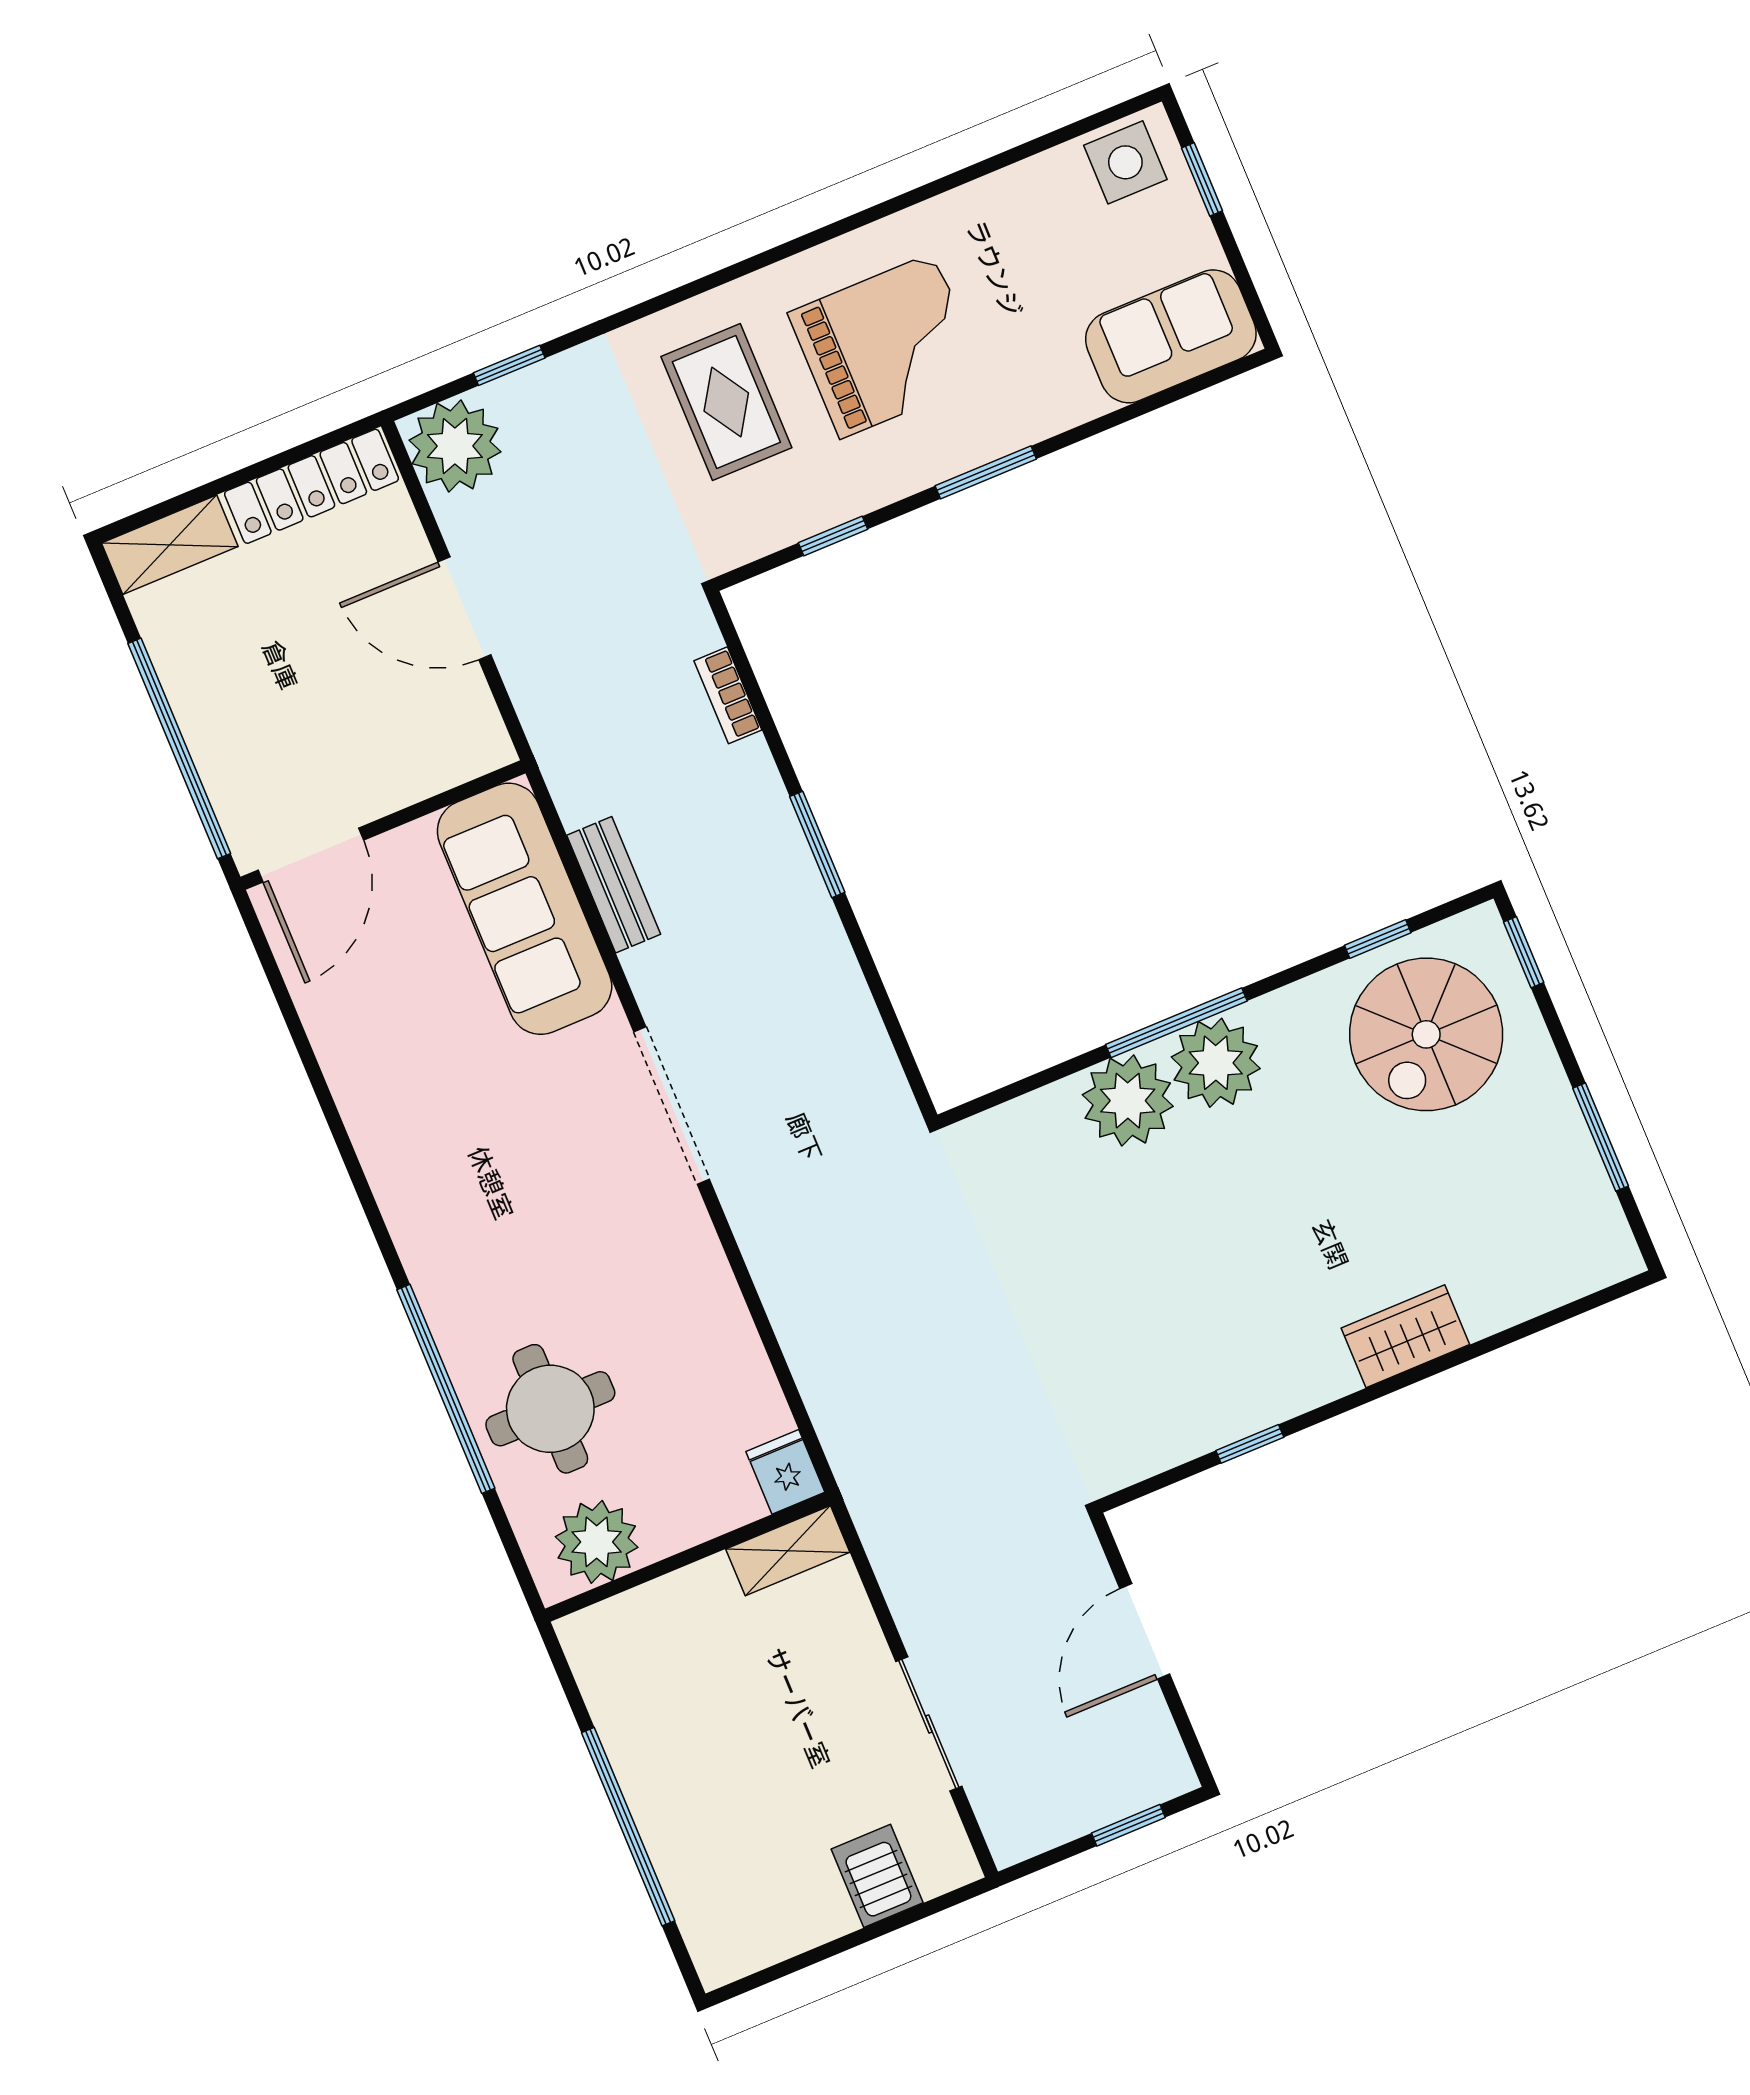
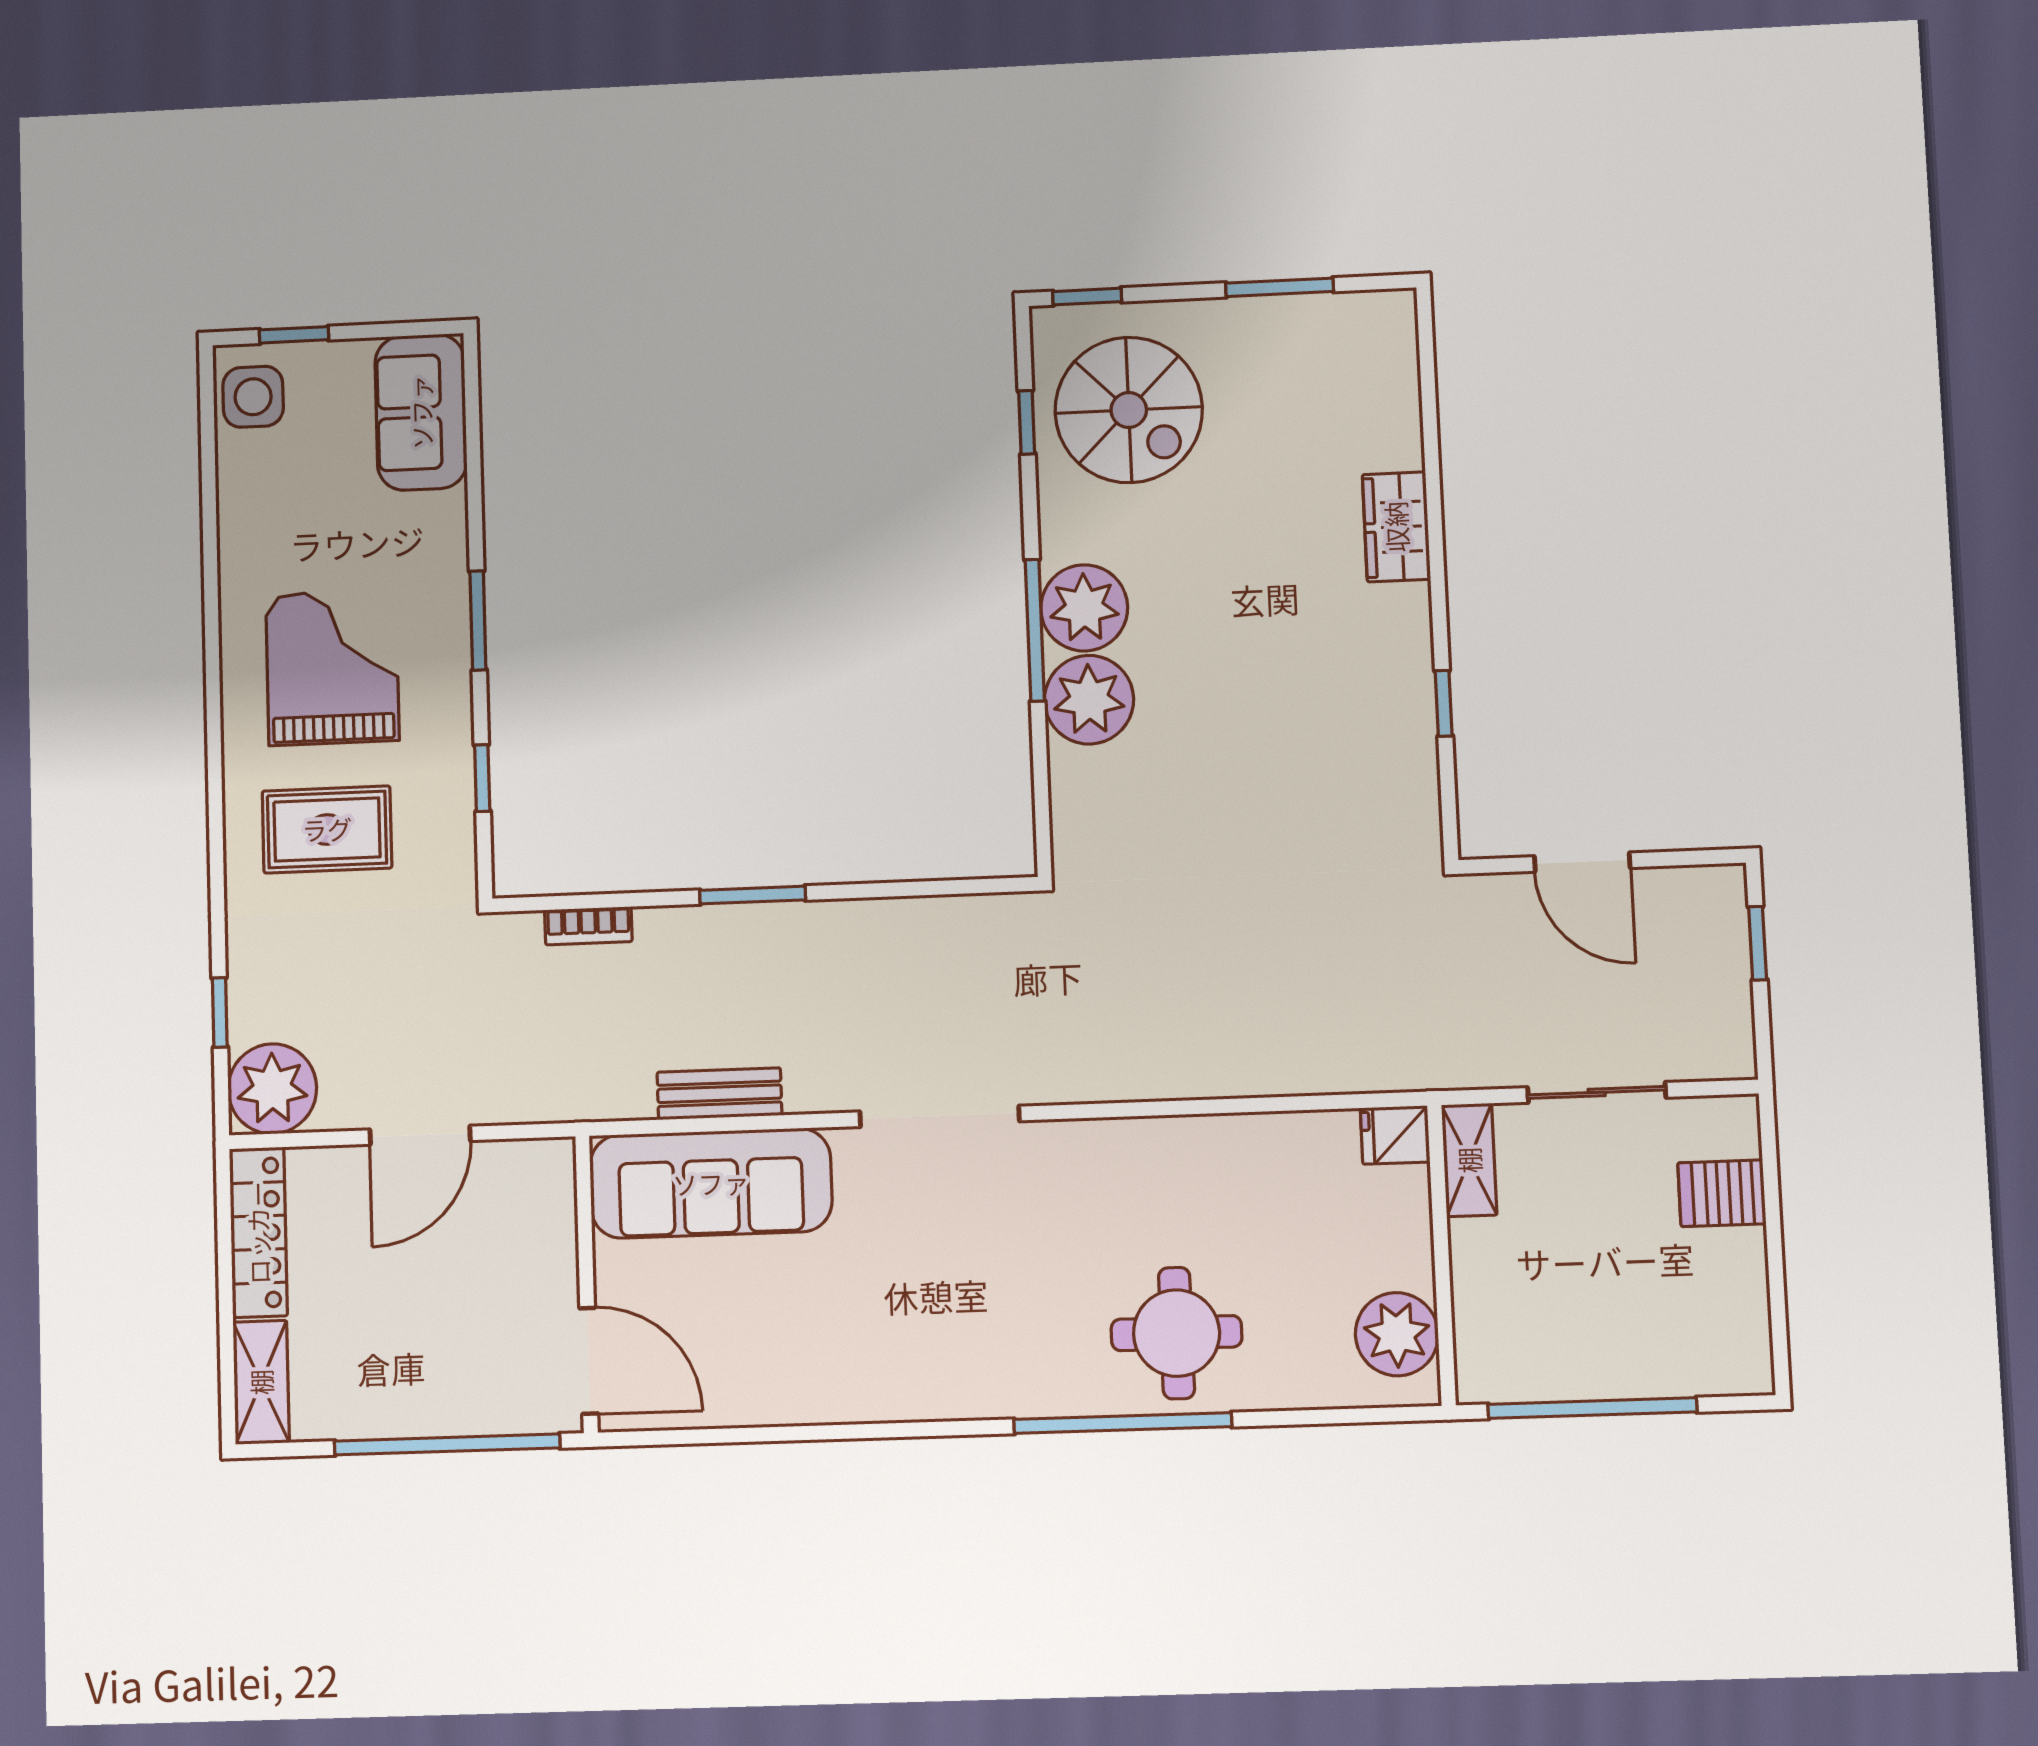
fridge: (785, 1472) -> (1395, 1135), moved
plant: (597, 1542) -> (1397, 1334), moved
shelving: (788, 1551) -> (1469, 1160), moved
wall: (688, 1557) -> (1442, 1255), moved

